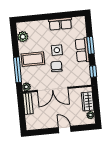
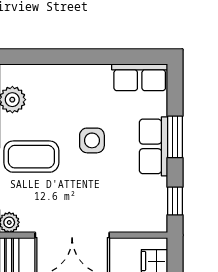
row of seats: (60, 24) -> (140, 77), moved
chair: (56, 66) -> (87, 180), removed

